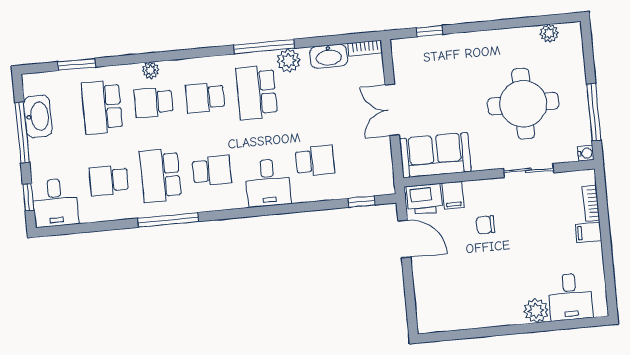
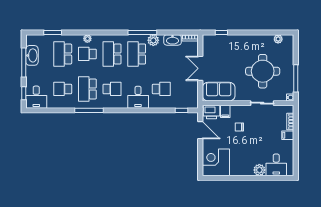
school desk: (205, 97) -> (112, 54), width x1.85
corner desk: (443, 303) -> (216, 162), added

